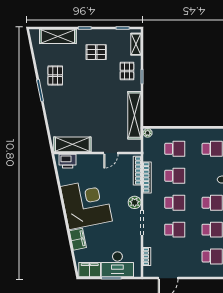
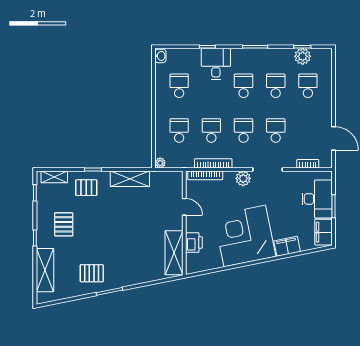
shelving: (134, 115) -> (130, 179), width x0.68
printer: (68, 161) -> (194, 242), moved

